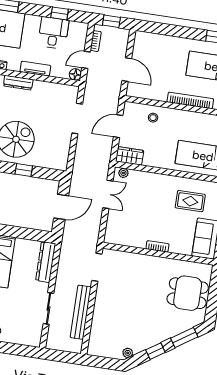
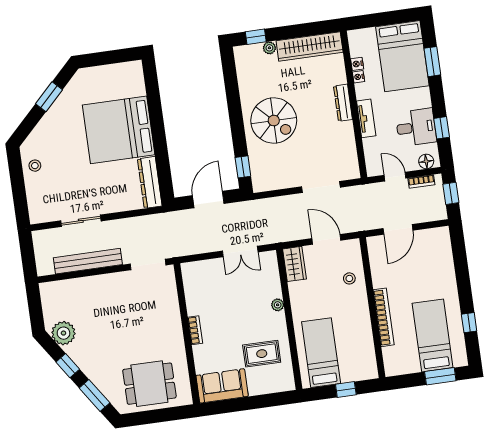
floor lamp: (75, 74) -> (426, 161), moved
window: (24, 170) -> (243, 167), moved
plant: (123, 173) -> (278, 305), moved
rug: (190, 201) -> (262, 354), turned 90
door: (61, 207) -> (208, 200), swing flipped
dresser: (46, 262) -> (150, 182), moved, turned -90
dining table: (188, 293) -> (149, 384), turned 90
plant: (128, 353) -> (63, 333), width x1.87, depth x1.87

